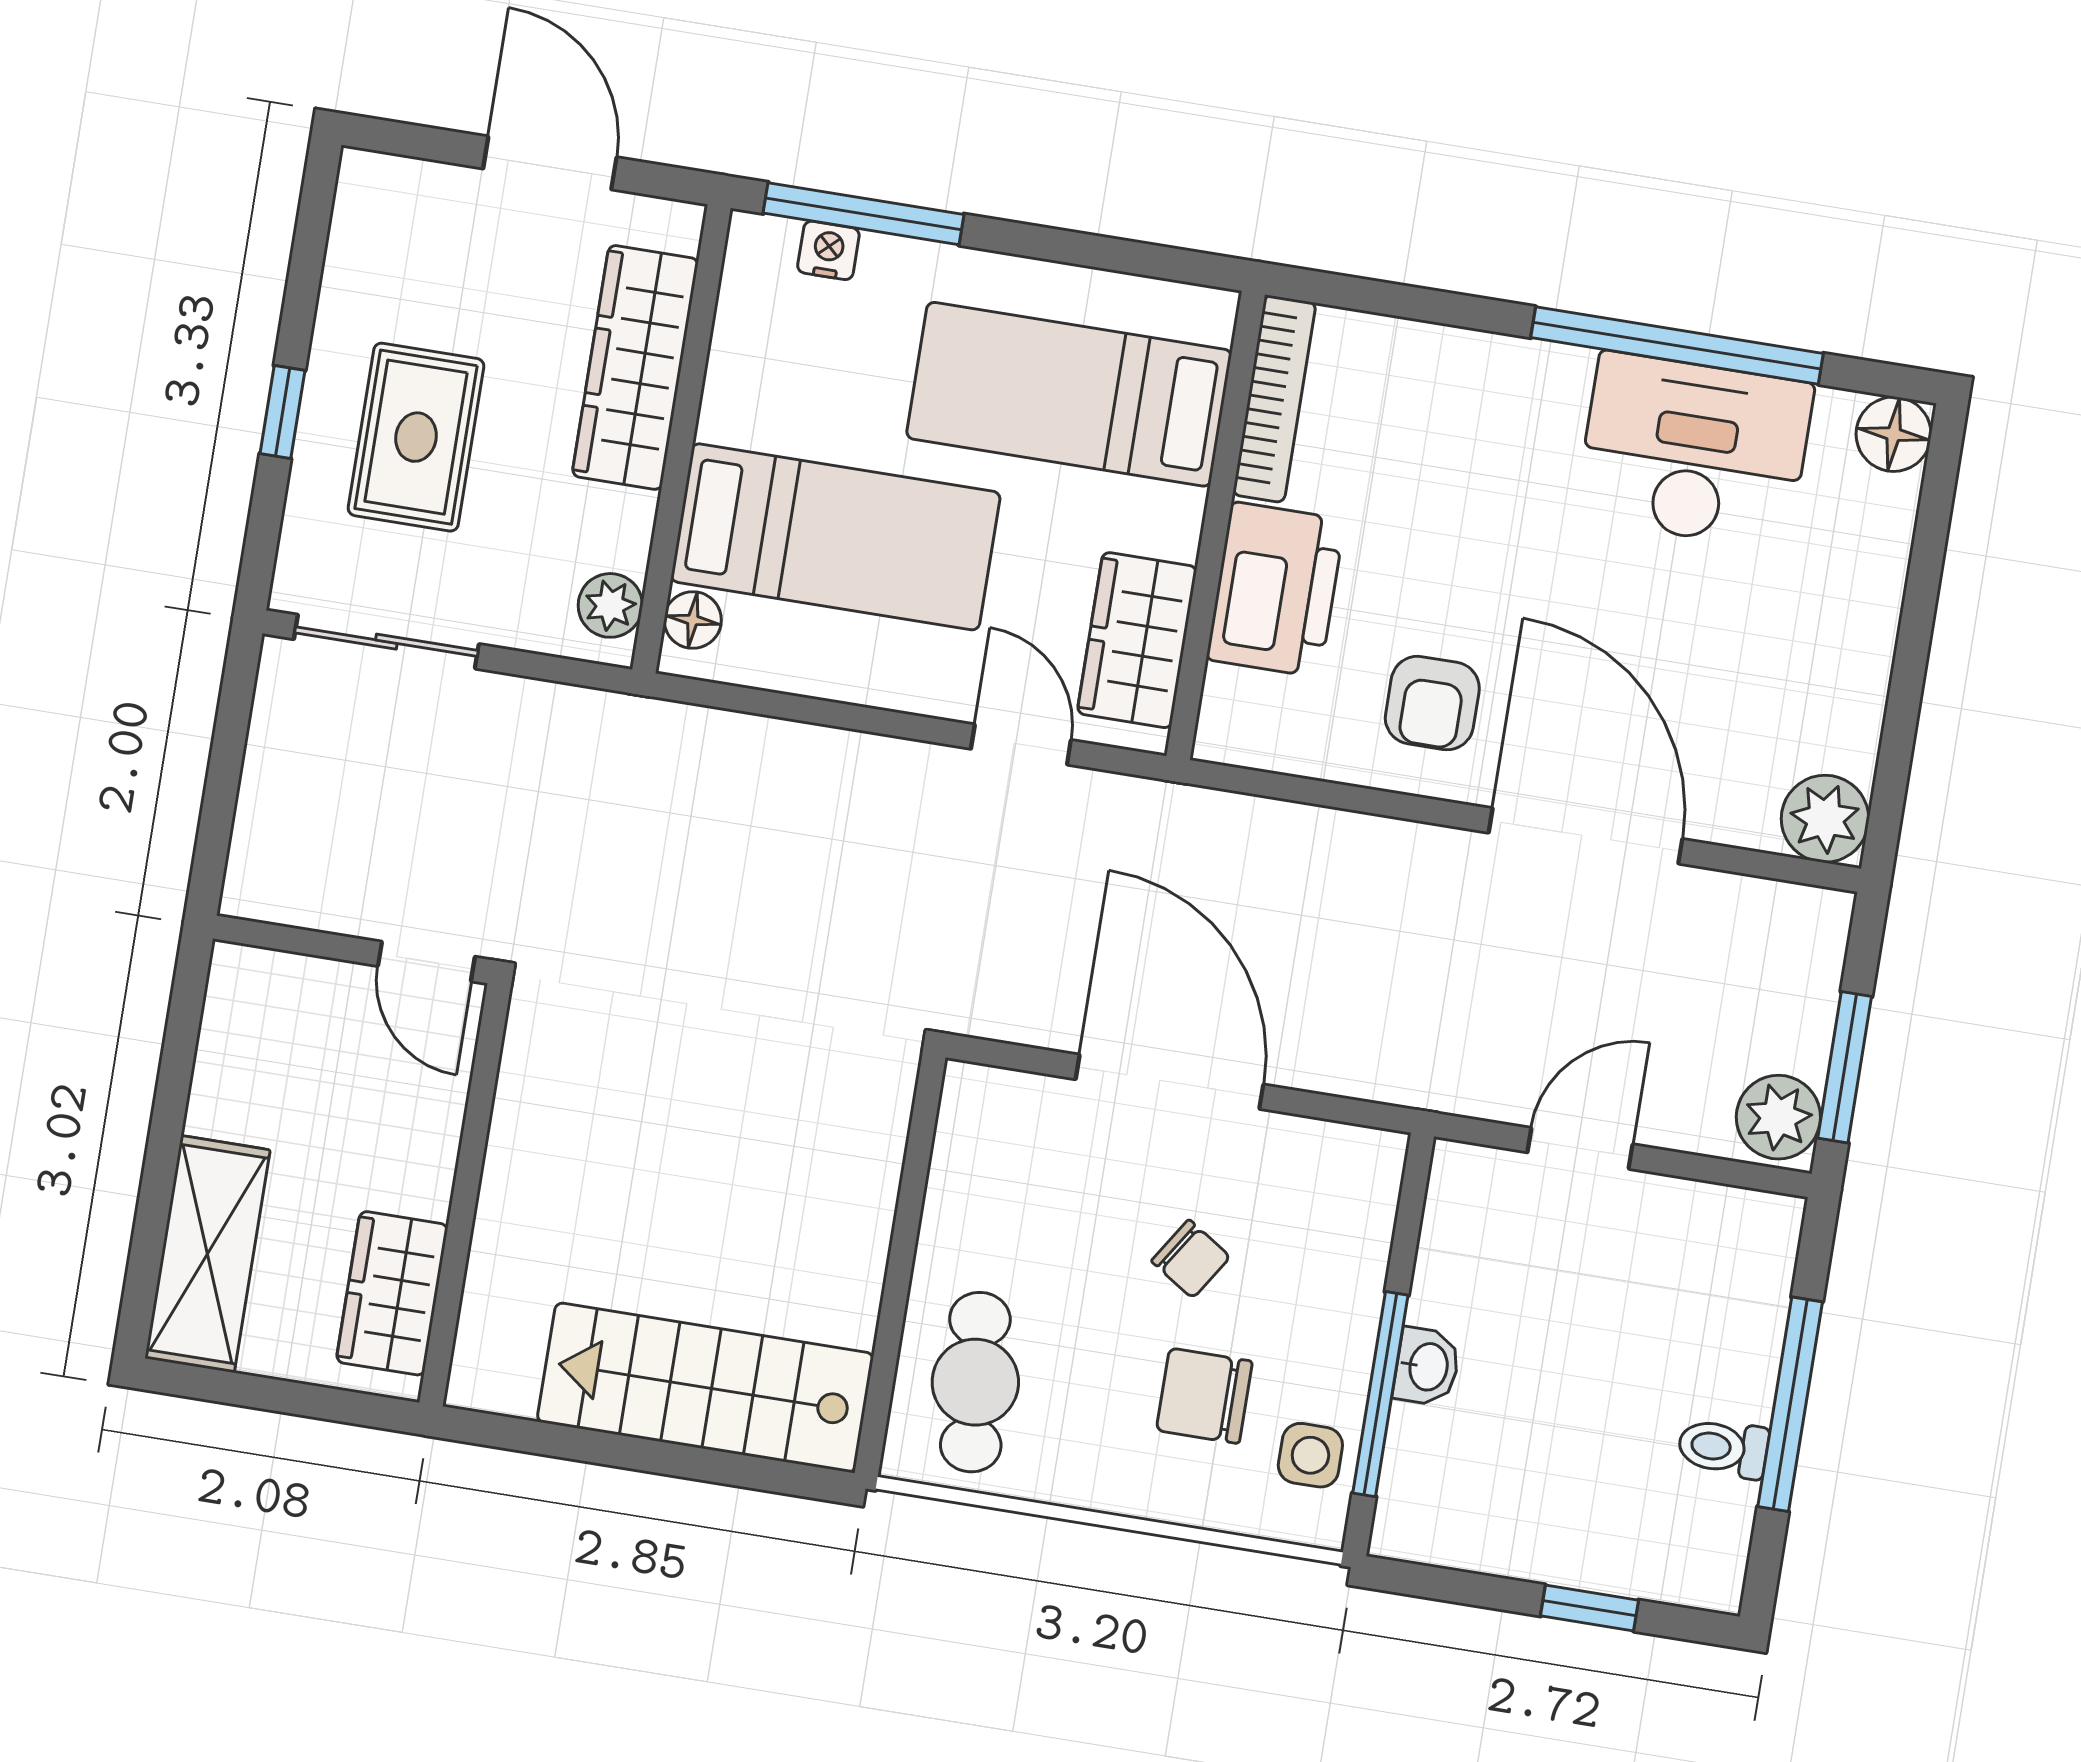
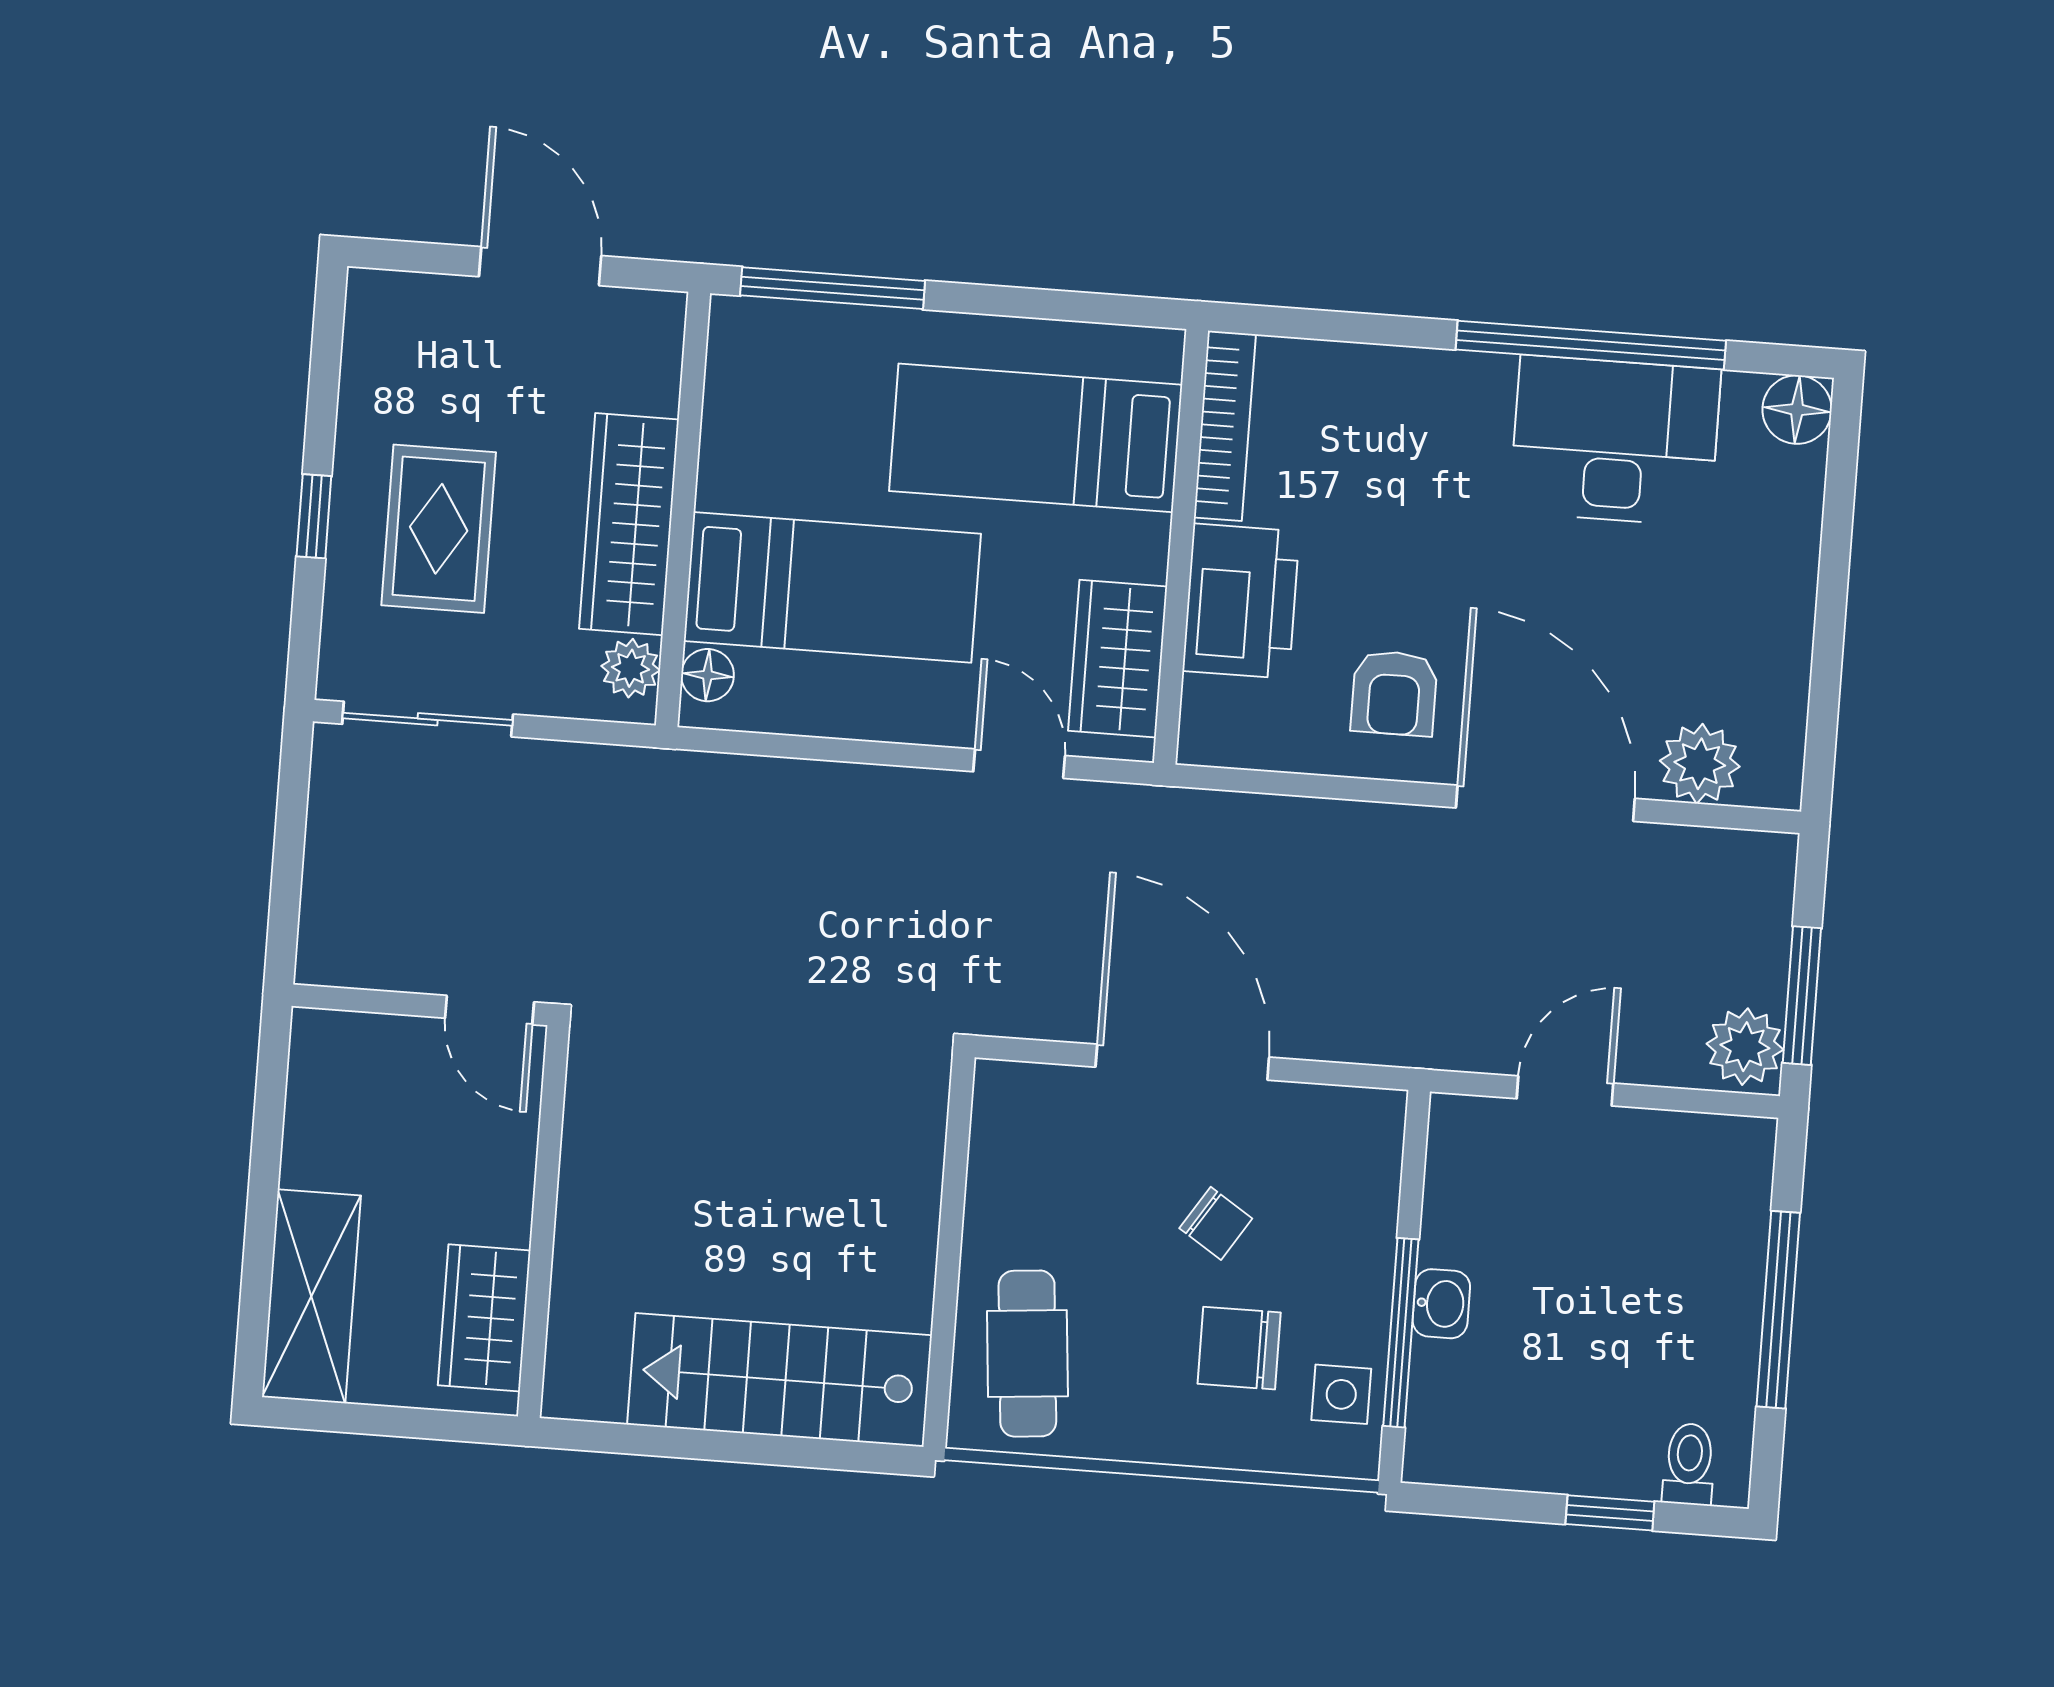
nightstand: (828, 250) -> (803, 325), removed
wardrobe: (635, 367) -> (629, 524), moved
plant: (1825, 819) -> (1700, 764), moved
toilet: (1723, 1448) -> (1689, 1464), moved, turned 90

